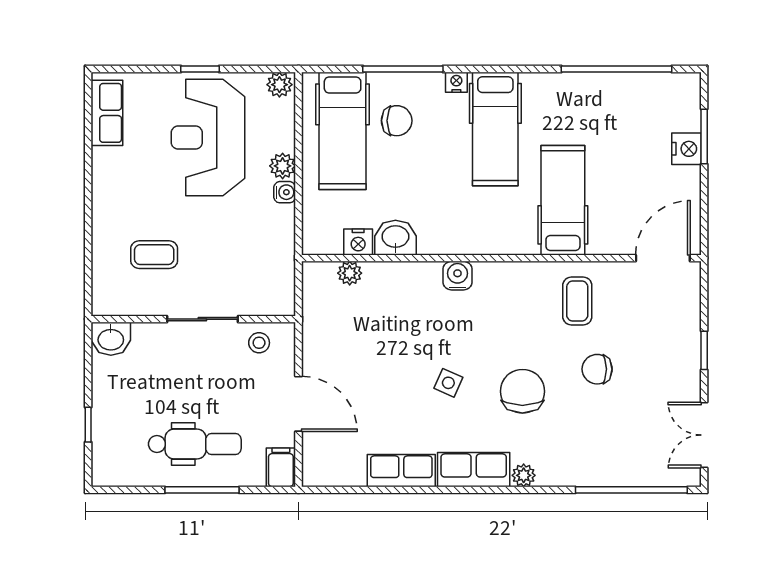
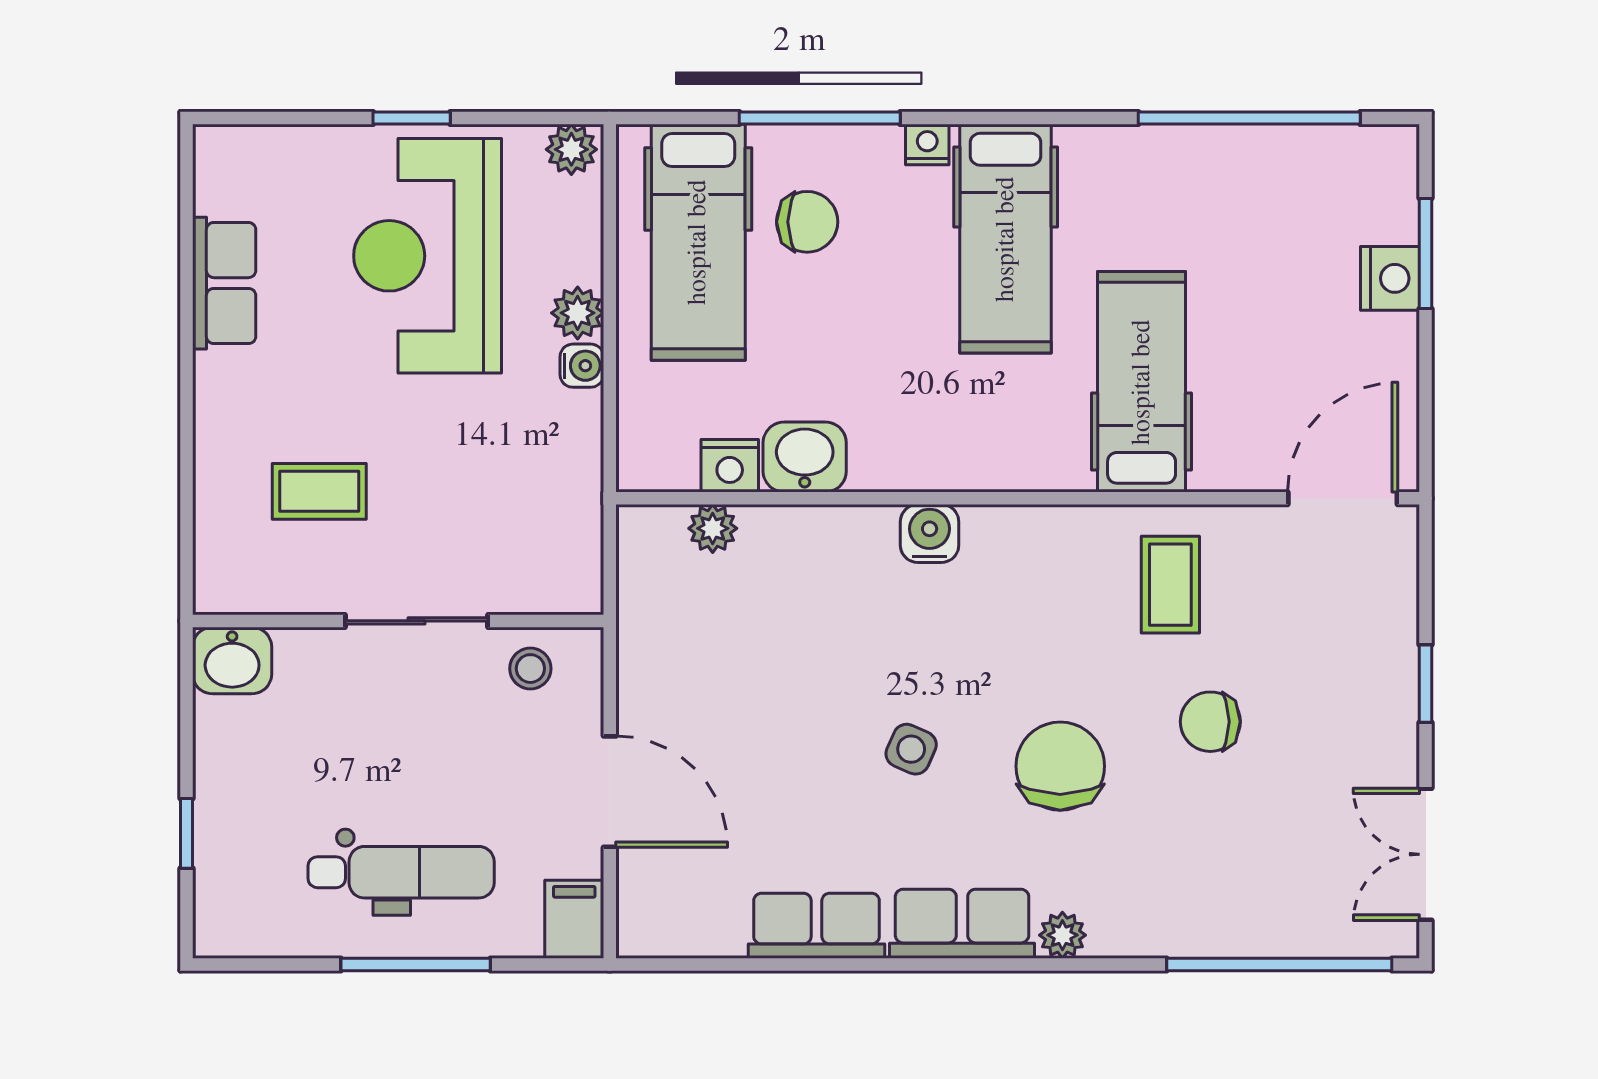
row of seats: (107, 113) -> (224, 283), moved

